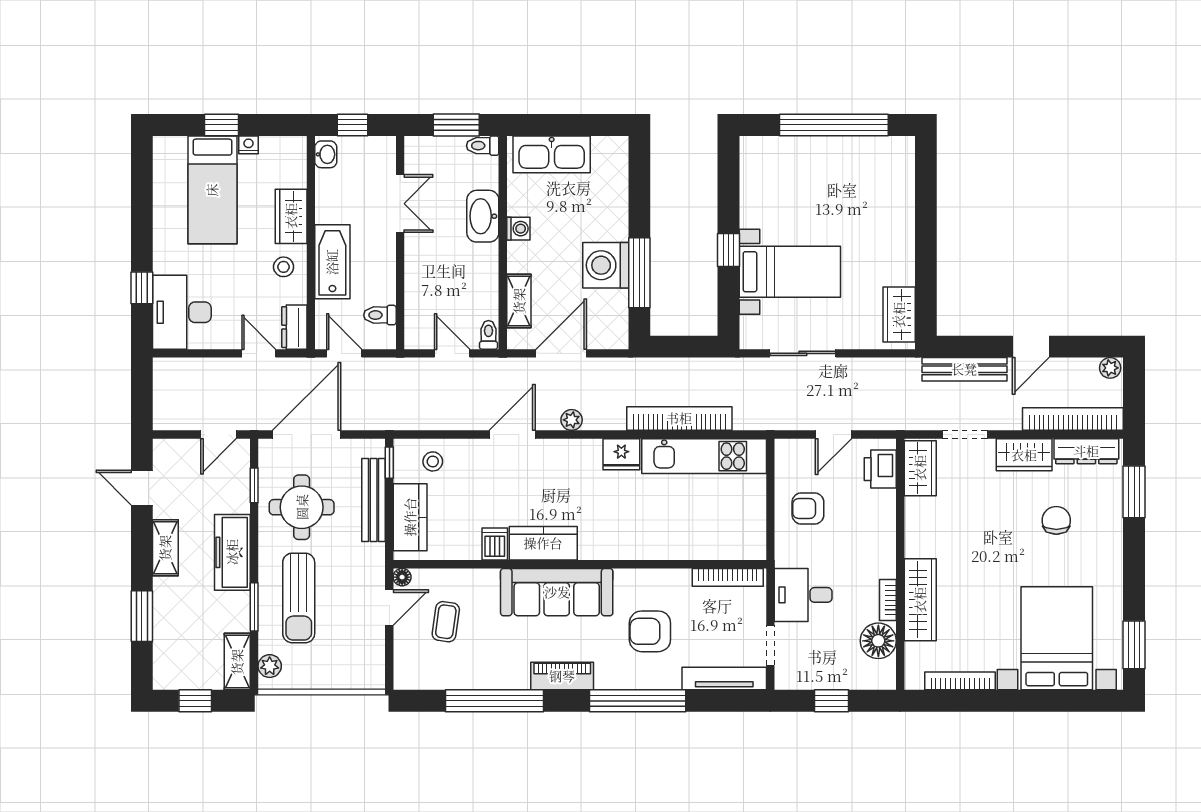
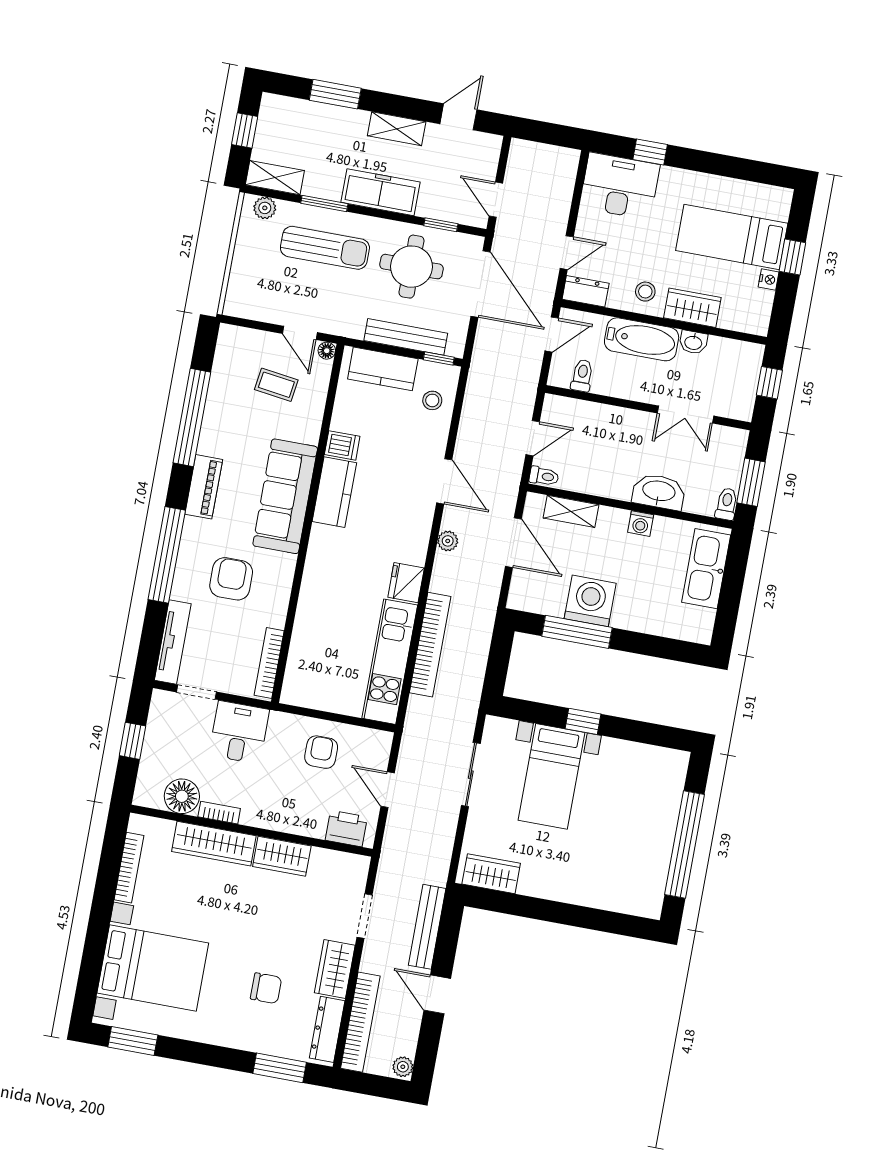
washbasin: (326, 154) -> (693, 342), moved
wardrobe: (920, 468) -> (282, 856), moved
sun lounger: (299, 598) -> (325, 248), turned 180

